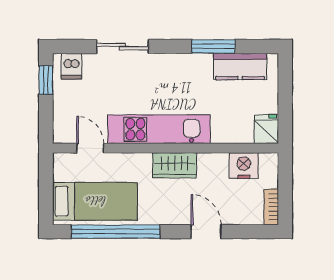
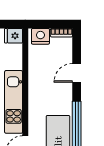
wardrobe: (175, 165) -> (36, 92), removed
nightstand: (244, 166) -> (40, 36), moved, turned 90

